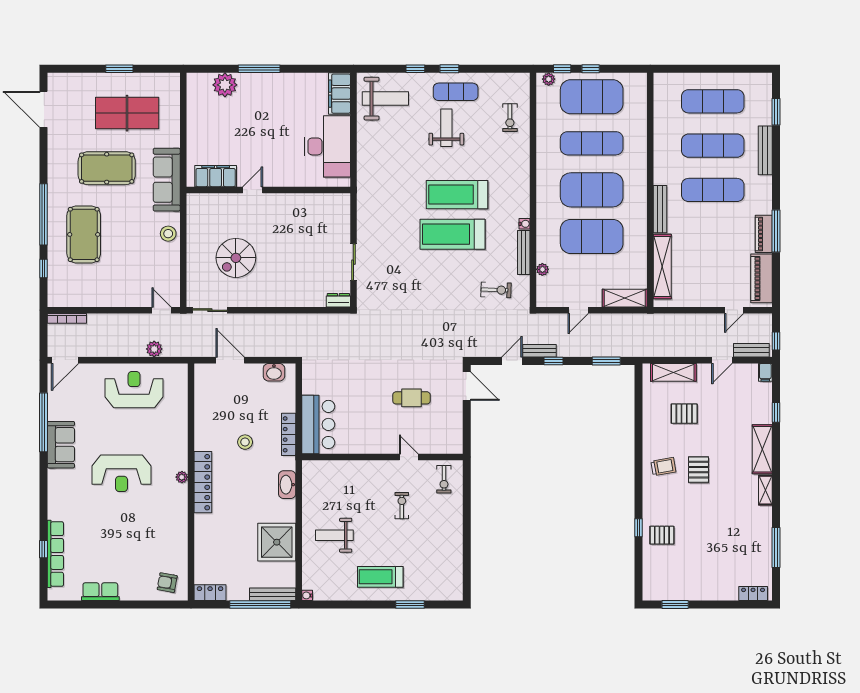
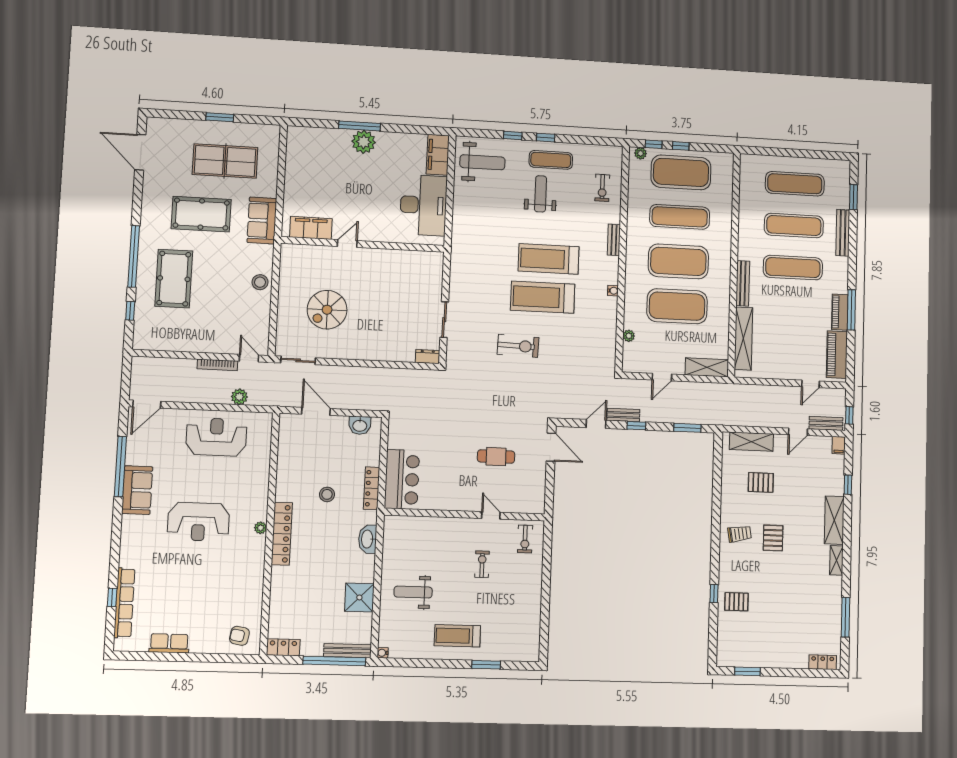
plant: (225, 85) -> (364, 142), moved
sofa: (167, 180) -> (262, 220), width x0.73
bench: (524, 253) -> (614, 240), moved, width x0.73
exercise bike: (496, 290) -> (518, 346), moved, width x1.38, depth x1.39
bookcase: (67, 318) -> (217, 365), moved
shower: (277, 542) -> (359, 597), width x0.73, depth x0.73

